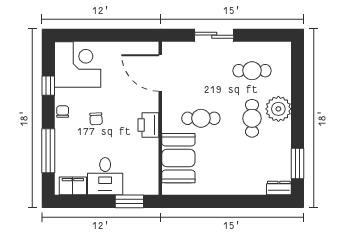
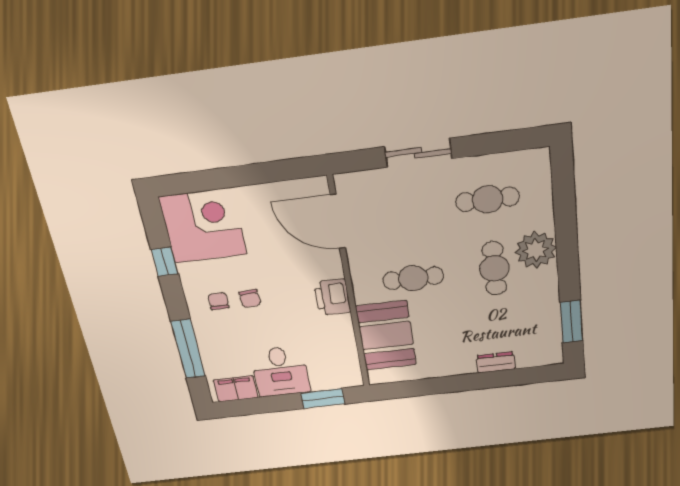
chair: (63, 112) -> (218, 301), moved
dresser: (279, 188) -> (496, 362), moved

